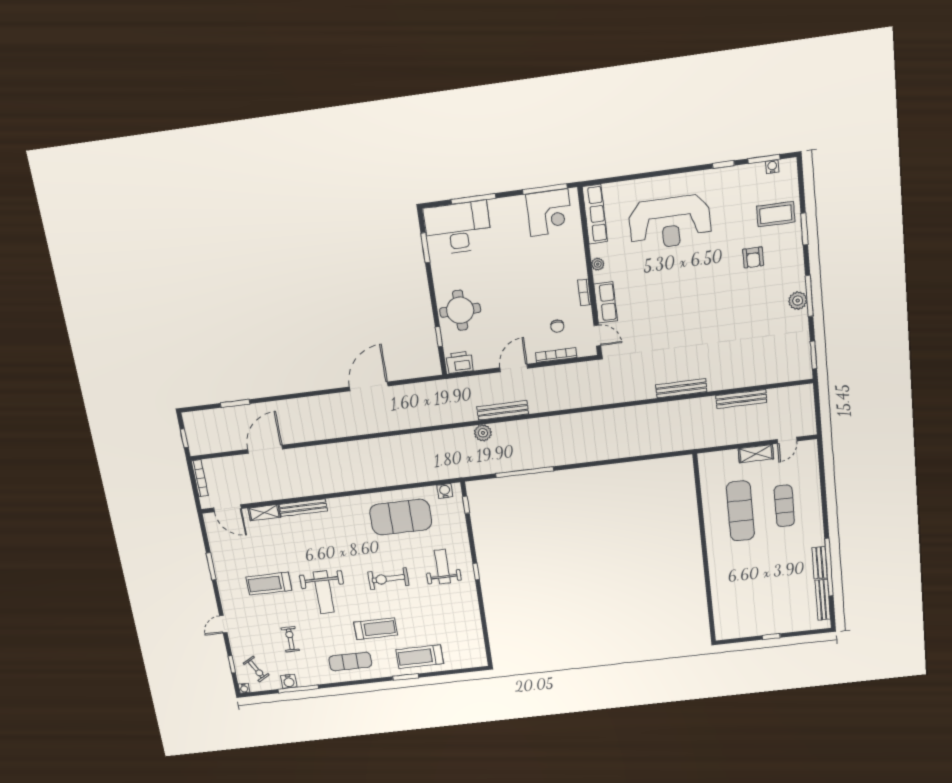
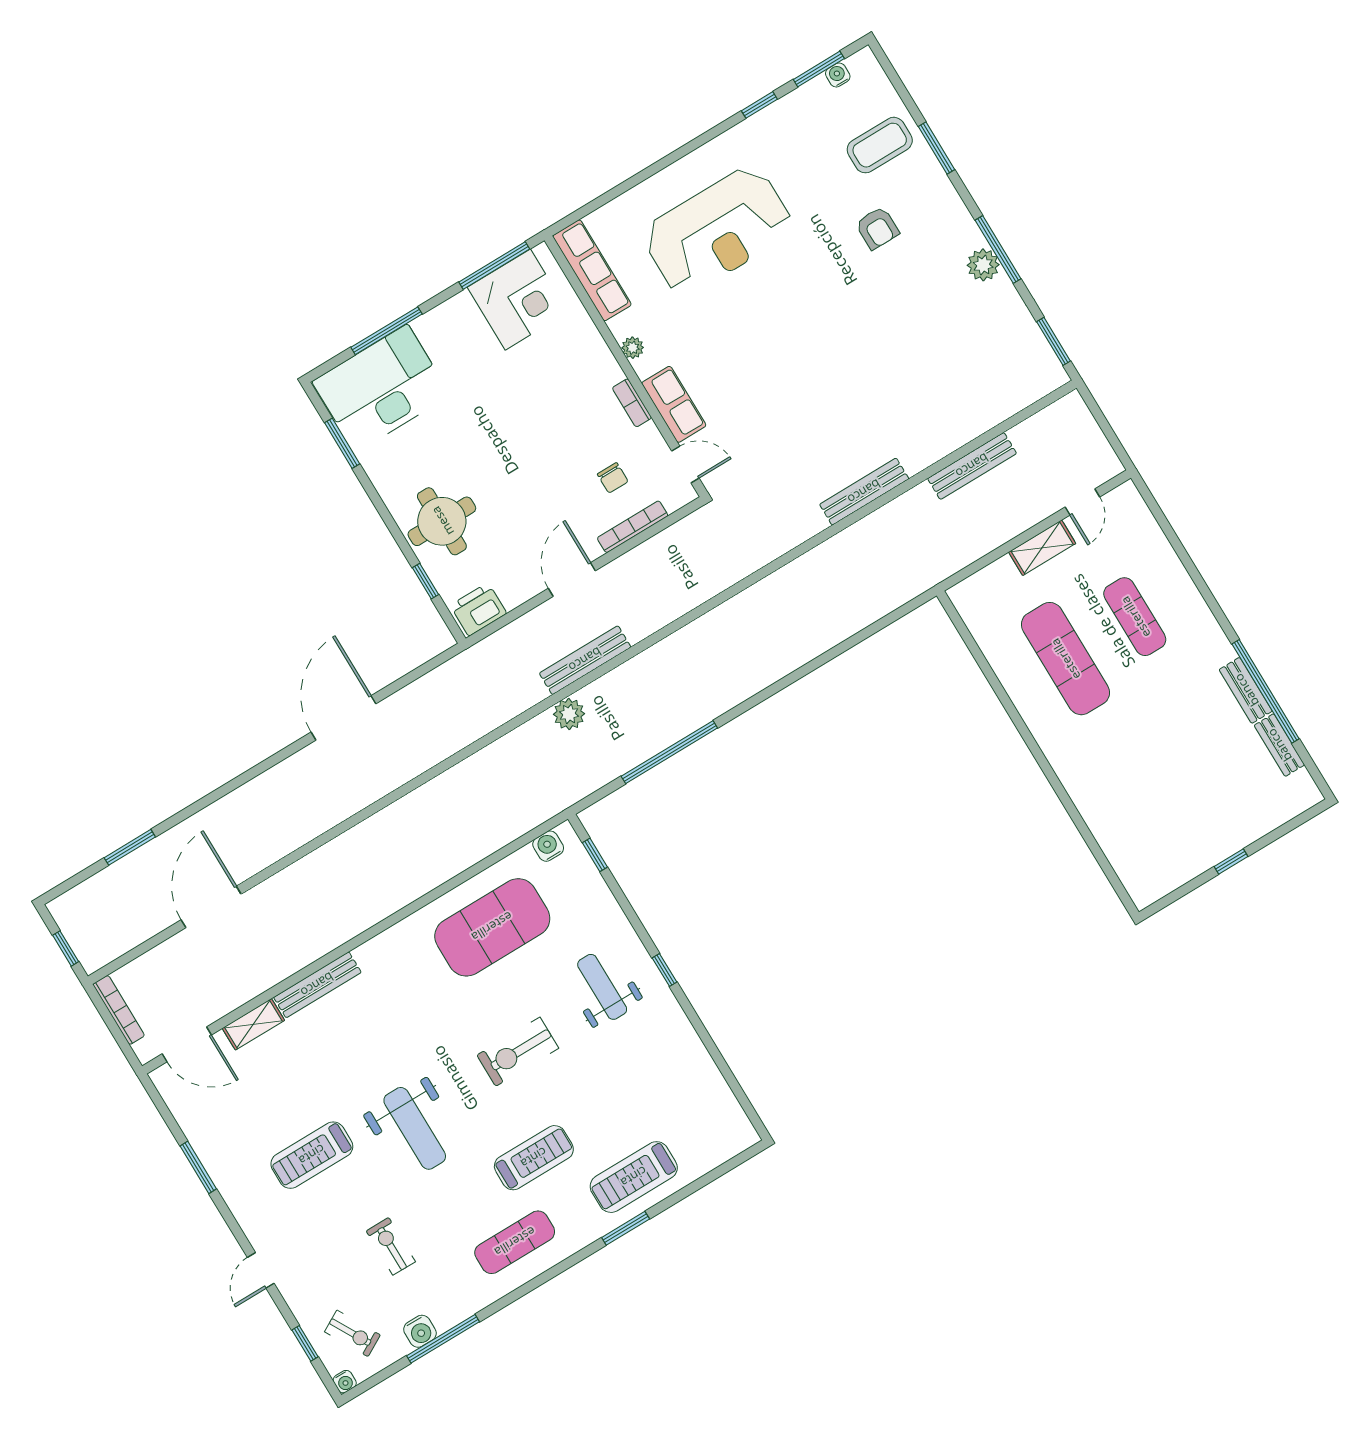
bench: (823, 600) -> (1279, 745), width x0.73

